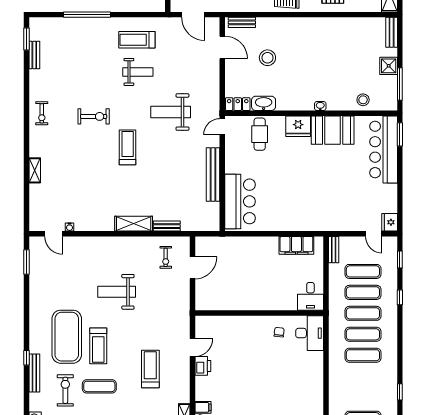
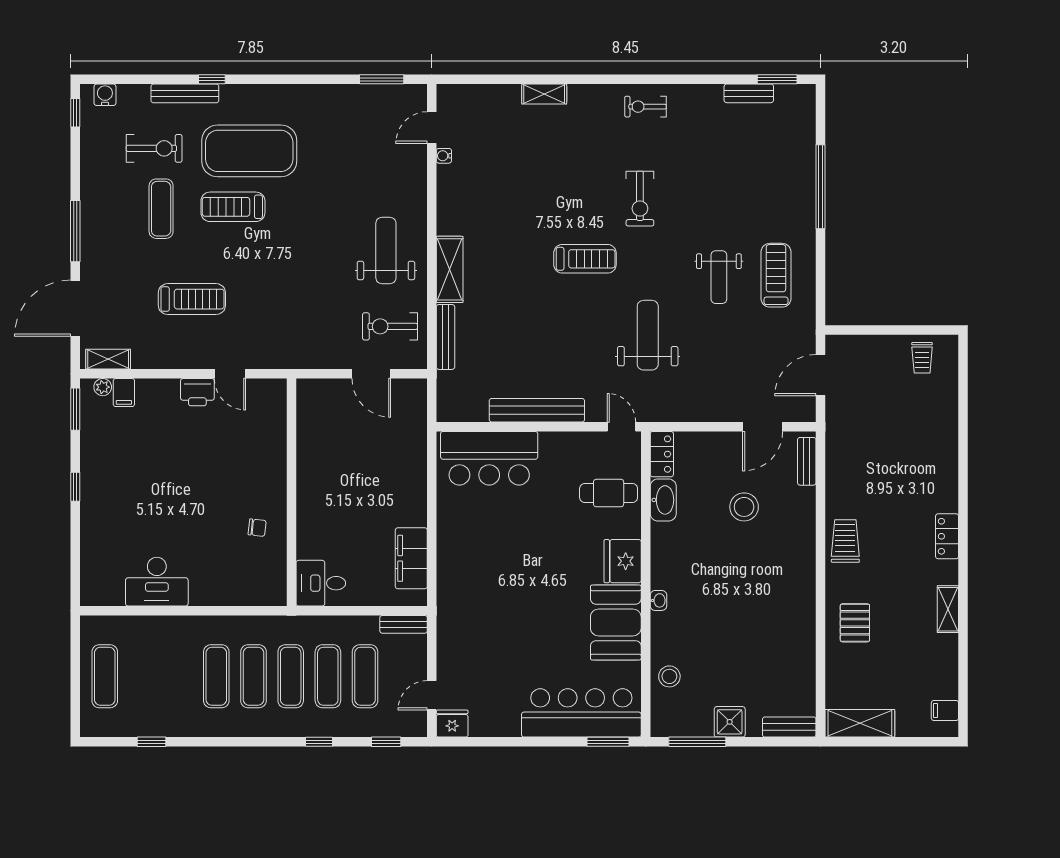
bench: (167, 226) -> (445, 337), width x1.36
exercise bike: (166, 257) -> (390, 326), width x1.38, depth x1.39
weight bench: (117, 292) -> (386, 250), moved
desk: (310, 333) -> (157, 582), moved

